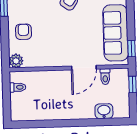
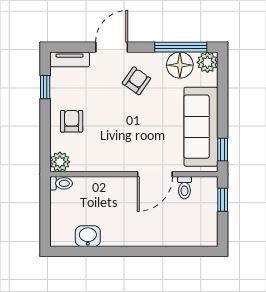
toilet: (18, 87) -> (61, 183), moved
washbasin: (104, 111) -> (88, 236), moved

